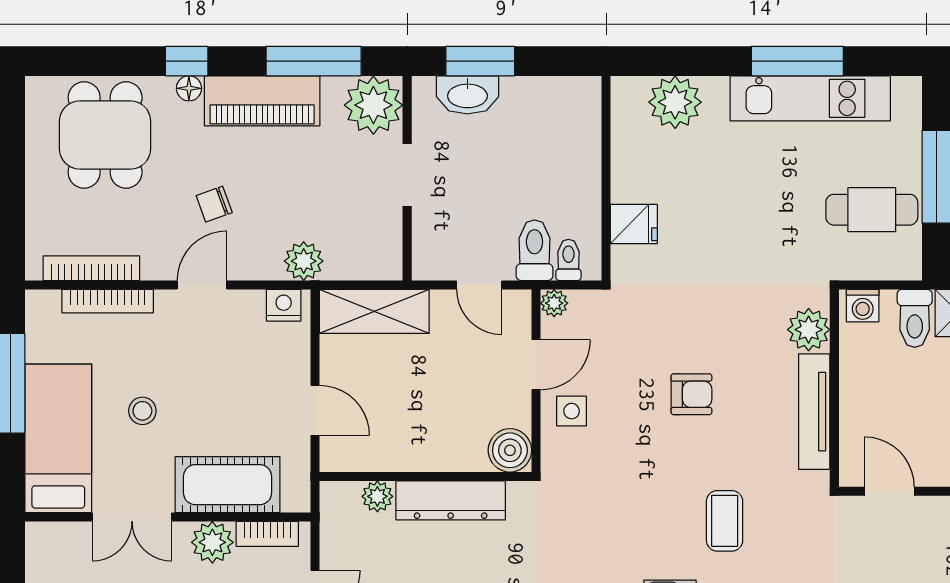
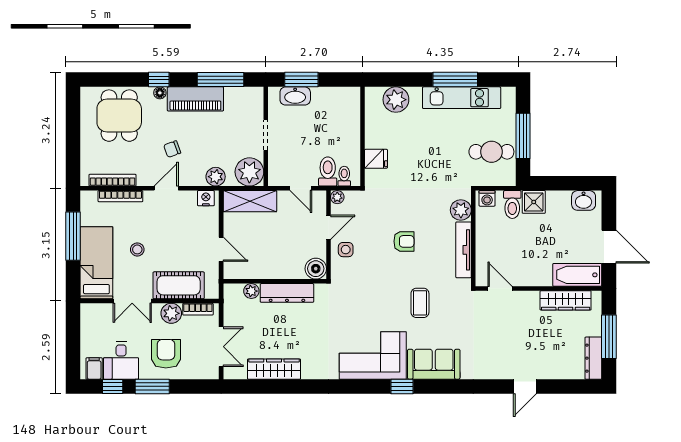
plant: (373, 105) -> (249, 172), moved

